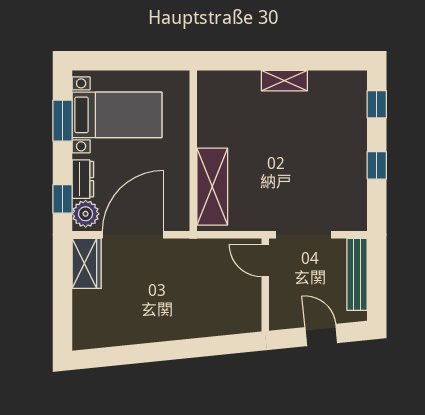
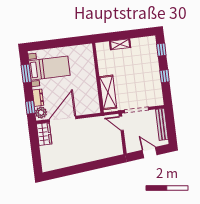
wall: (193, 151) -> (98, 78), moved
shelving: (212, 187) -> (108, 92), moved

